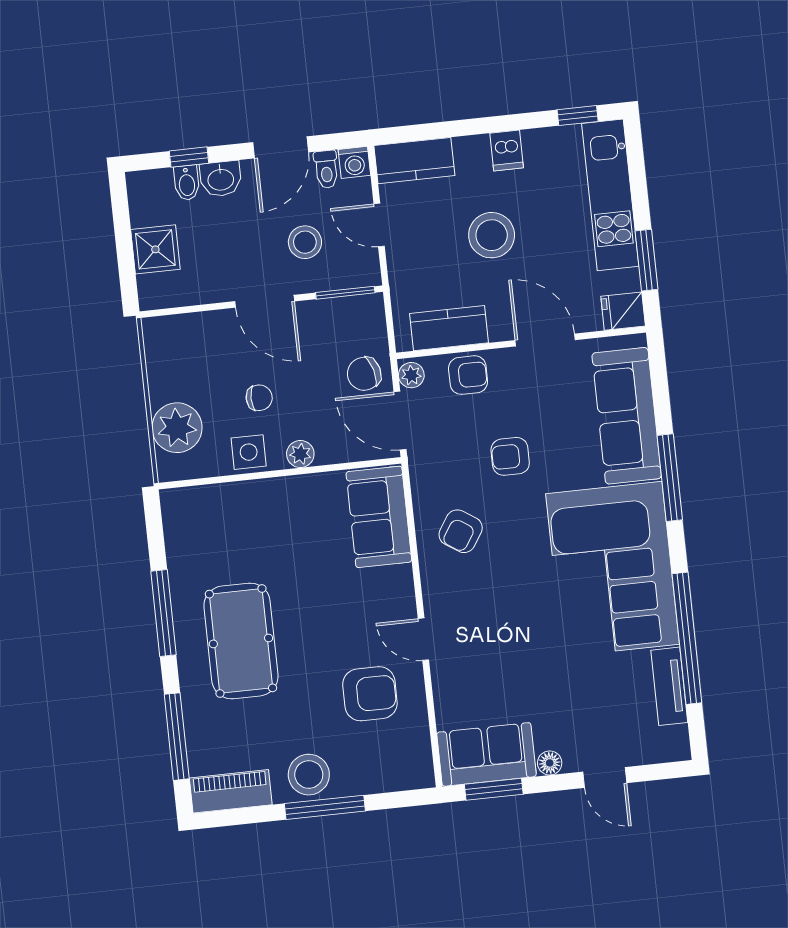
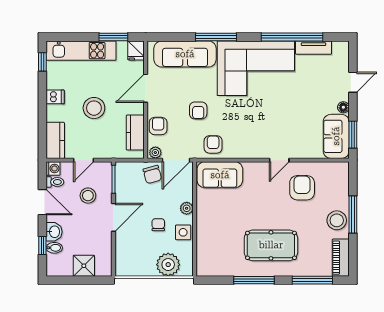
armchair: (461, 531) -> (213, 144), moved, turned -123

